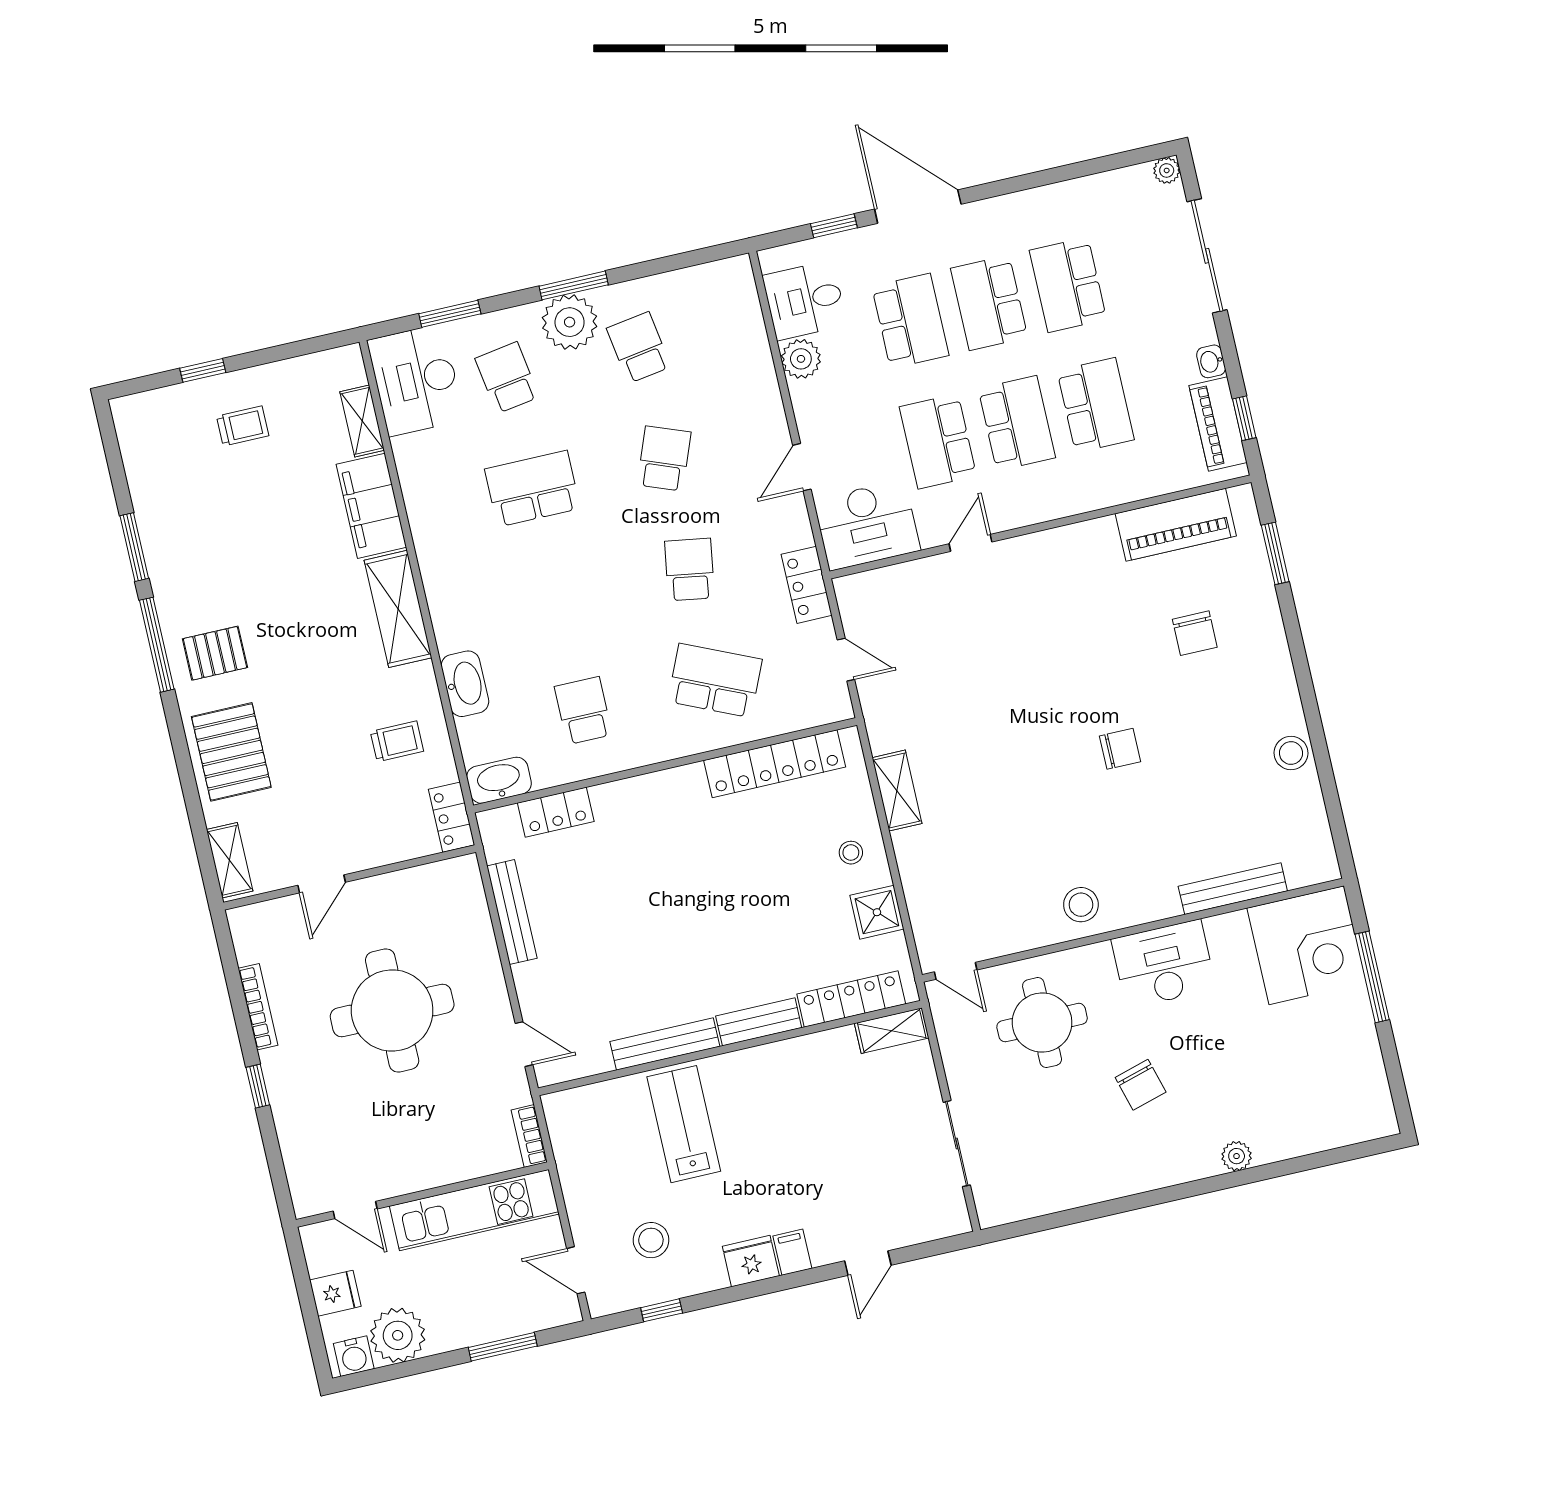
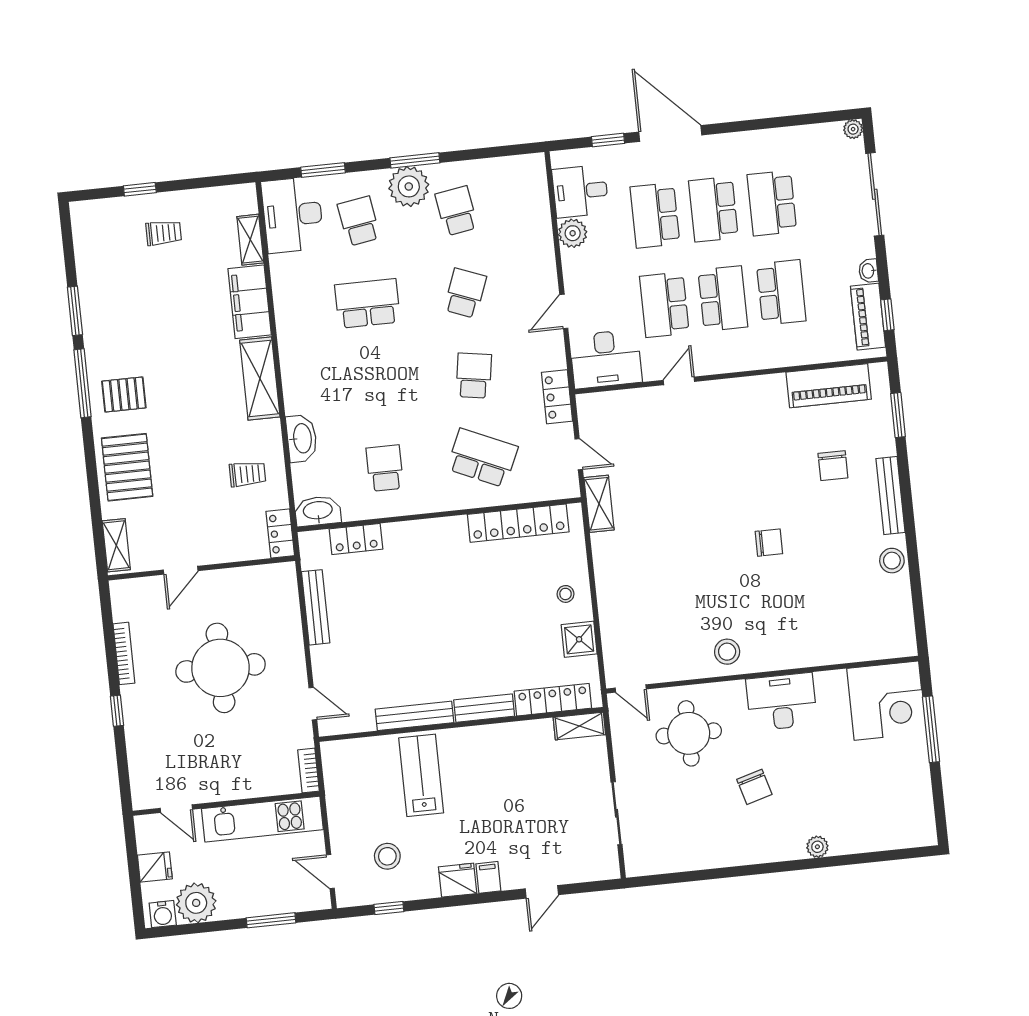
school desk: (910, 321) -> (655, 215), turned 180
shelving: (897, 791) -> (599, 504), moved
bench: (1233, 889) -> (890, 495), moved, turned 90

